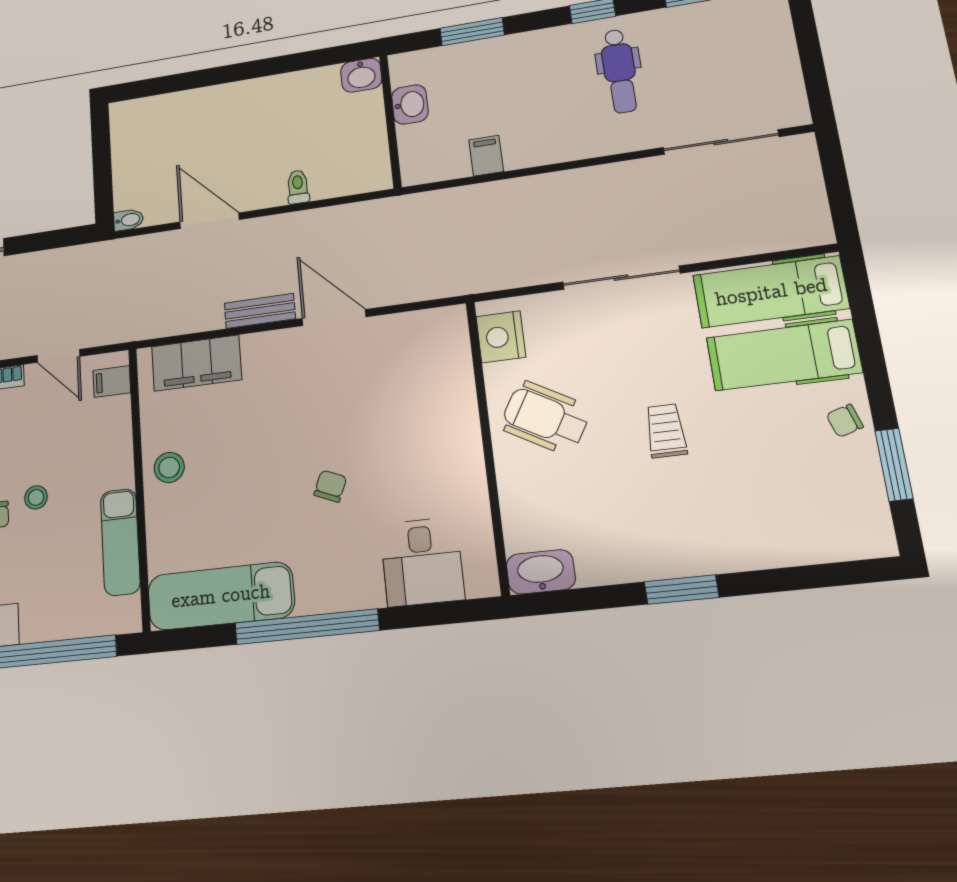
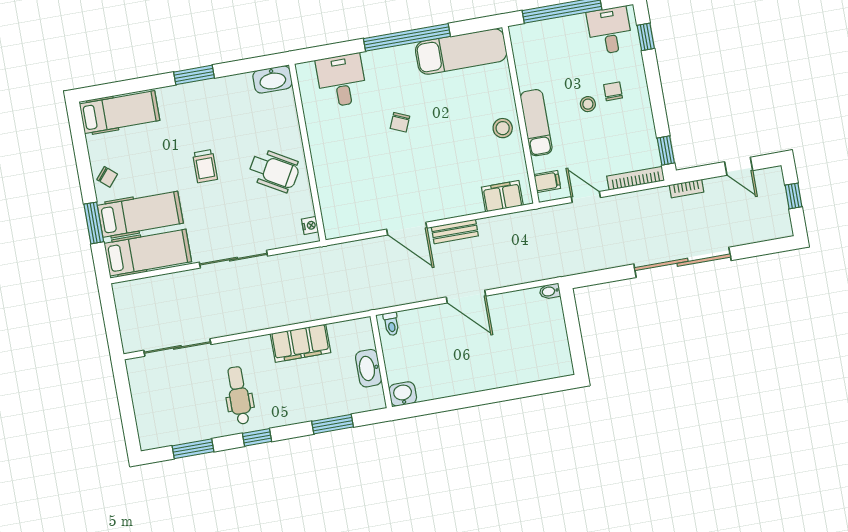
washbasin: (410, 104) -> (368, 368), width x1.38
filing cabinet: (486, 156) -> (300, 343), width x3.00, depth x1.17
toilet: (298, 187) -> (391, 324), moved
door: (210, 221) -> (466, 297), moved
nightstand: (501, 337) -> (310, 226), width x0.53, depth x0.56
filing cabinet: (196, 363) -> (502, 196), width x0.67, depth x0.86
chair: (845, 421) -> (107, 177), turned 57
window: (894, 465) -> (94, 223), moved
hospital bed: (822, 533) -> (120, 112), added
exam couch: (120, 542) -> (536, 123), moved

